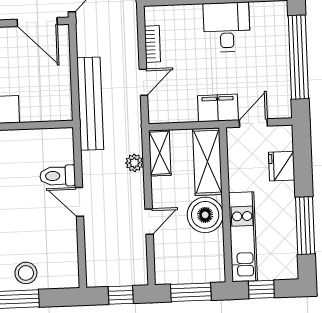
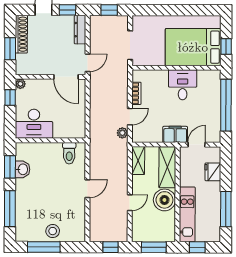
bench: (90, 104) -> (97, 128), removed
plant: (134, 163) -> (122, 133), moved
toilet: (58, 176) -> (69, 153), moved, turned -90
door: (79, 202) -> (87, 189), swing flipped

